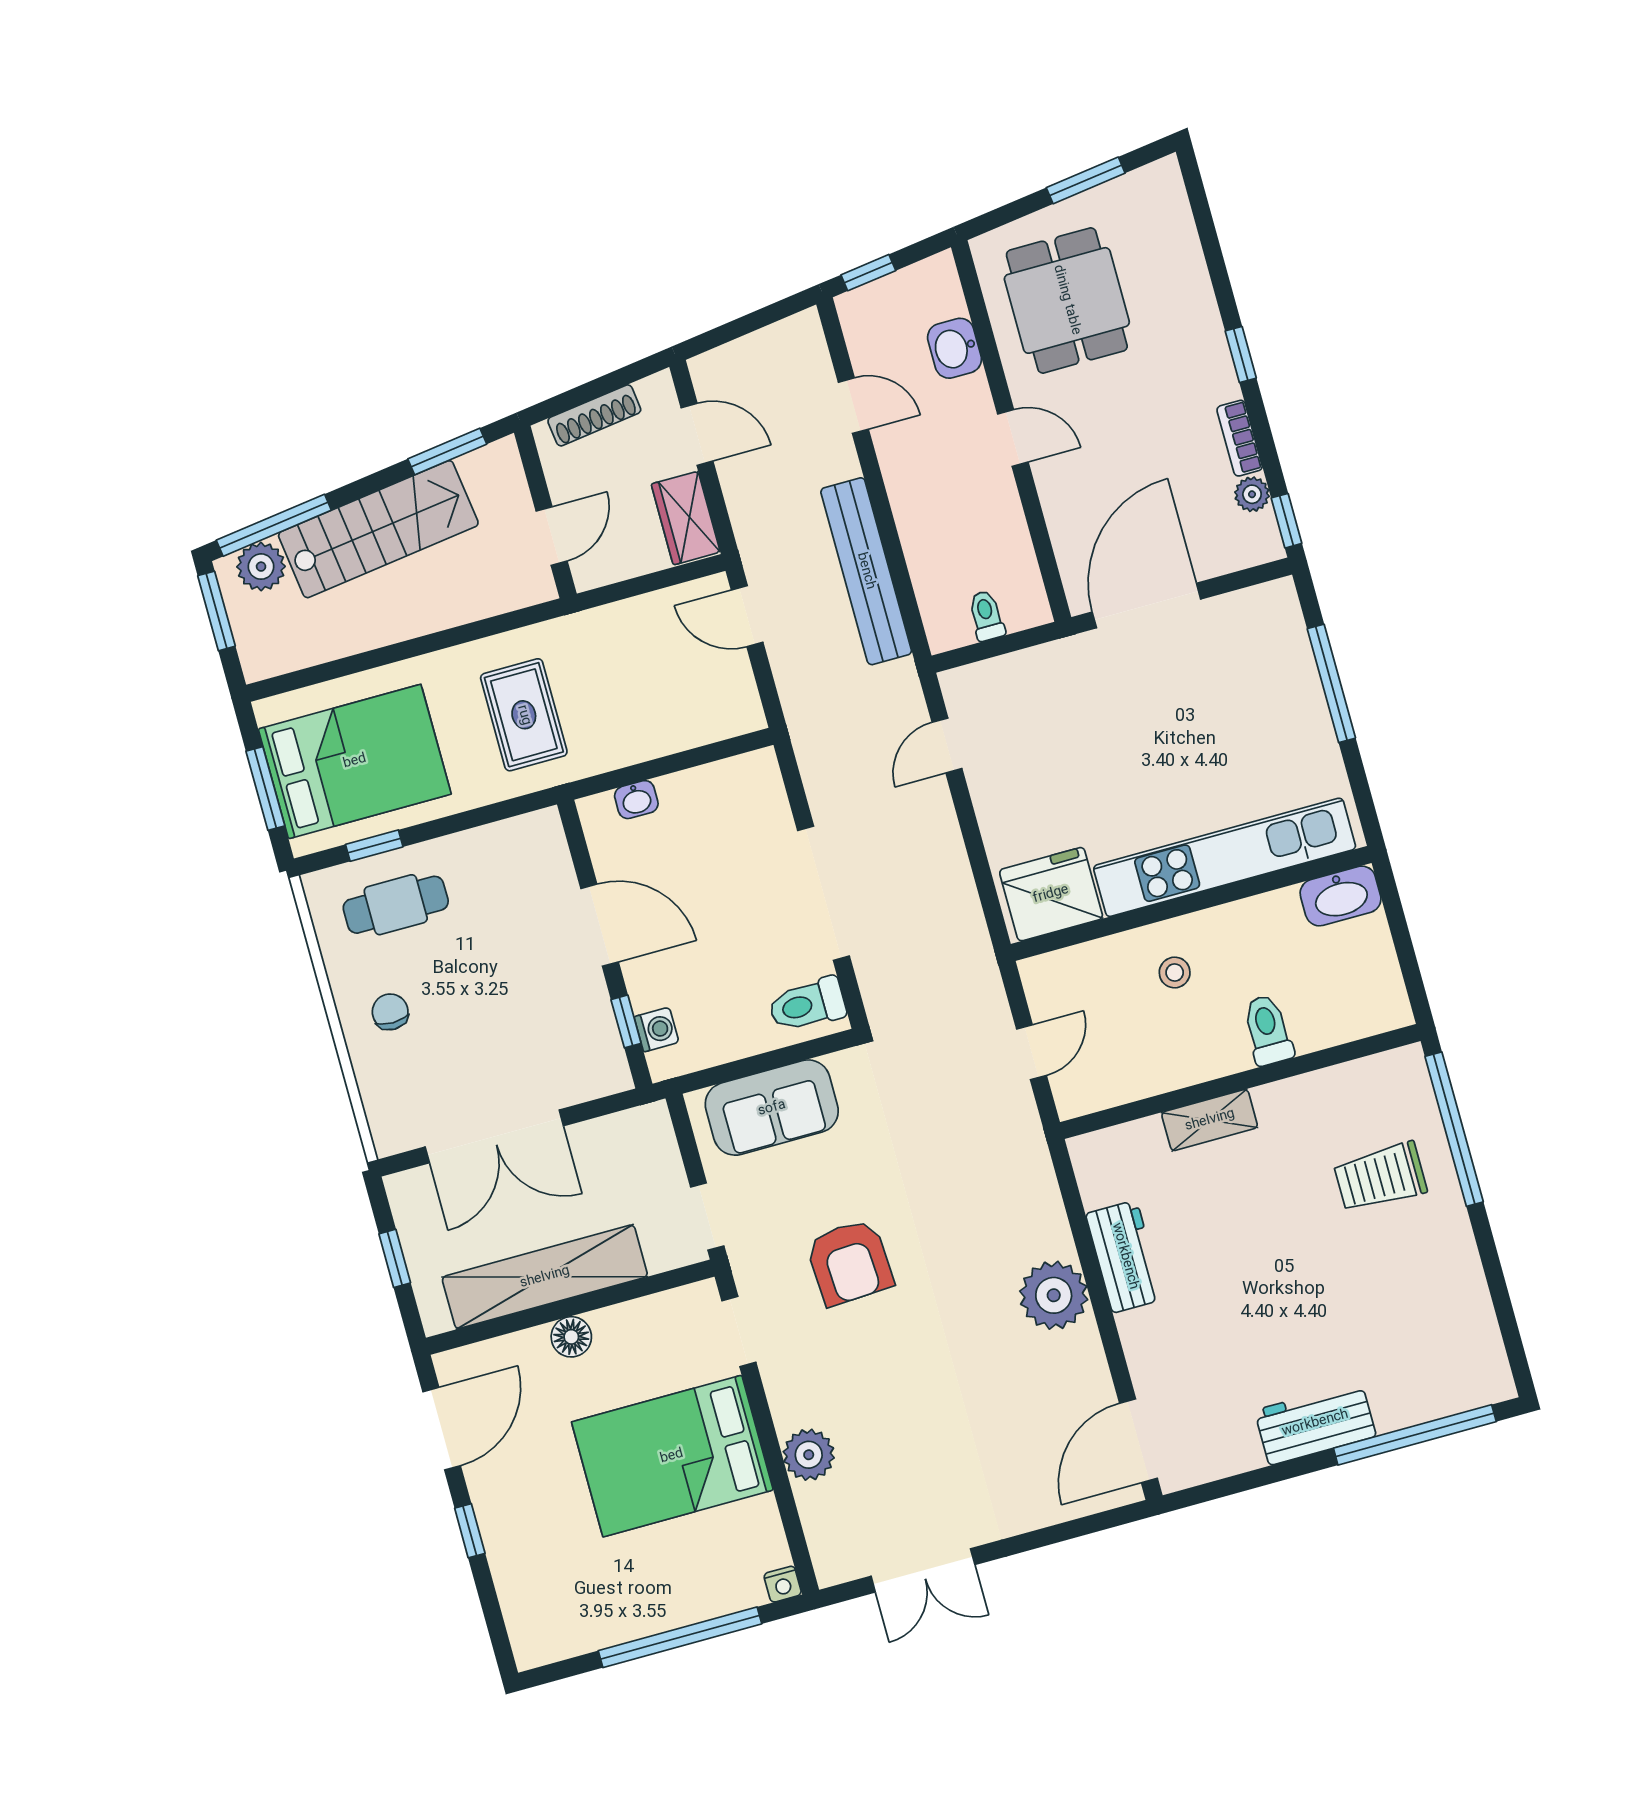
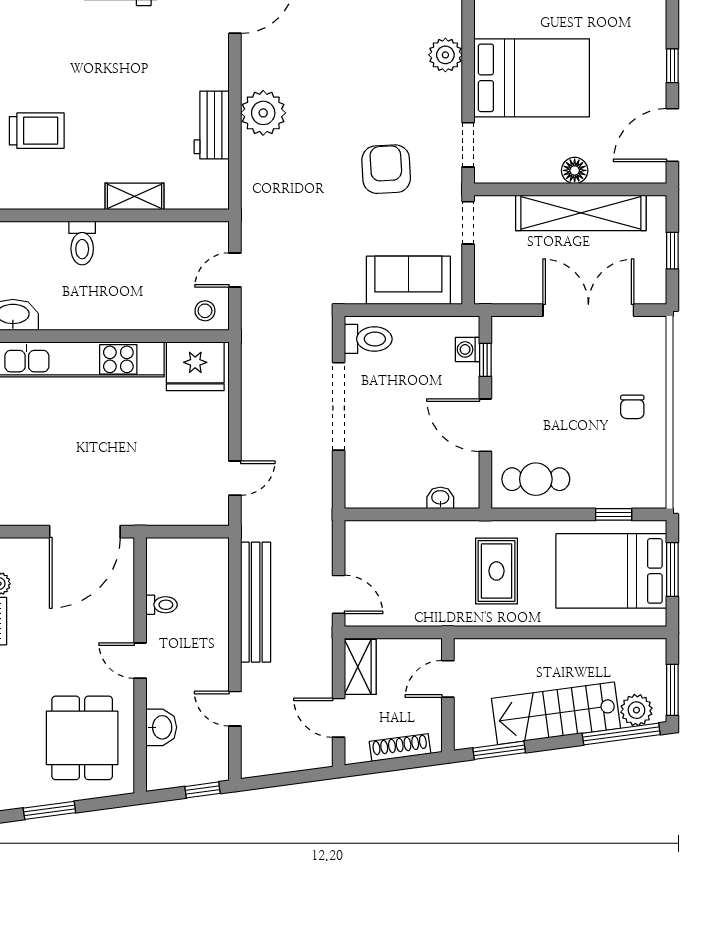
toilet: (986, 616) -> (161, 605), moved, turned -90
cafe table: (396, 905) -> (536, 479), moved
stool: (1175, 973) -> (205, 311), moved

